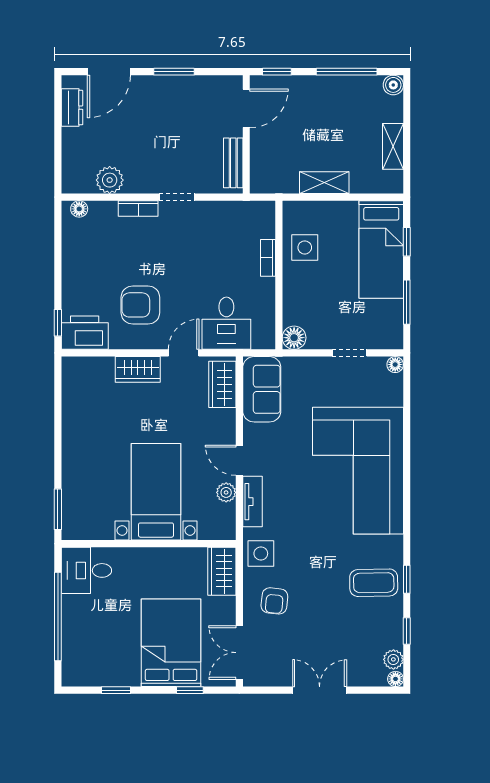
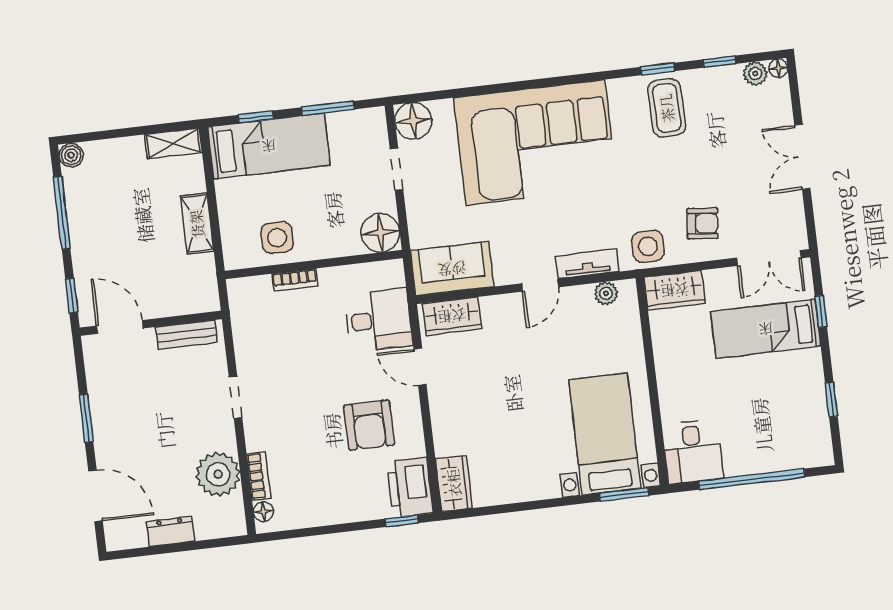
dresser: (72, 108) -> (170, 531), moved
shelving: (393, 146) -> (173, 143), moved
plant: (110, 180) -> (218, 474), width x1.36, depth x1.36
bookcase: (138, 209) -> (259, 476), moved
floor lamp: (294, 338) -> (380, 233), width x1.38, depth x1.38
floor lamp: (395, 365) -> (413, 121), width x1.89, depth x1.89
wardrobe: (138, 369) -> (454, 483), moved
bed with nightstands: (156, 492) -> (605, 434), moved, turned 90
plant: (226, 492) -> (606, 293), moved
bed: (171, 643) -> (766, 329), width x0.67

